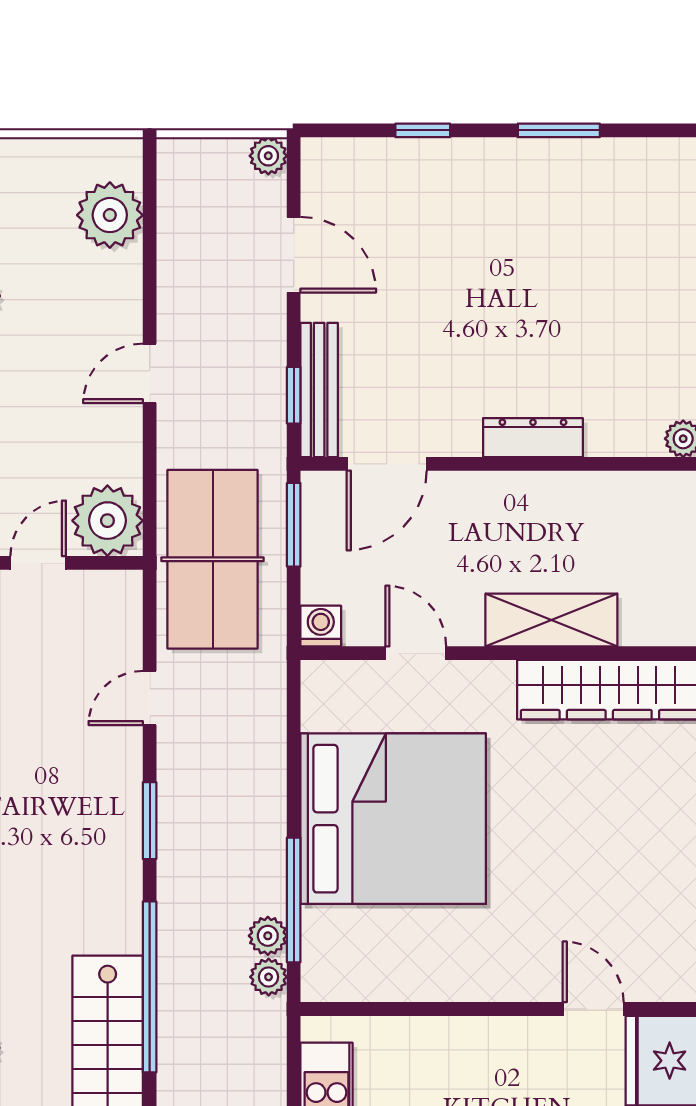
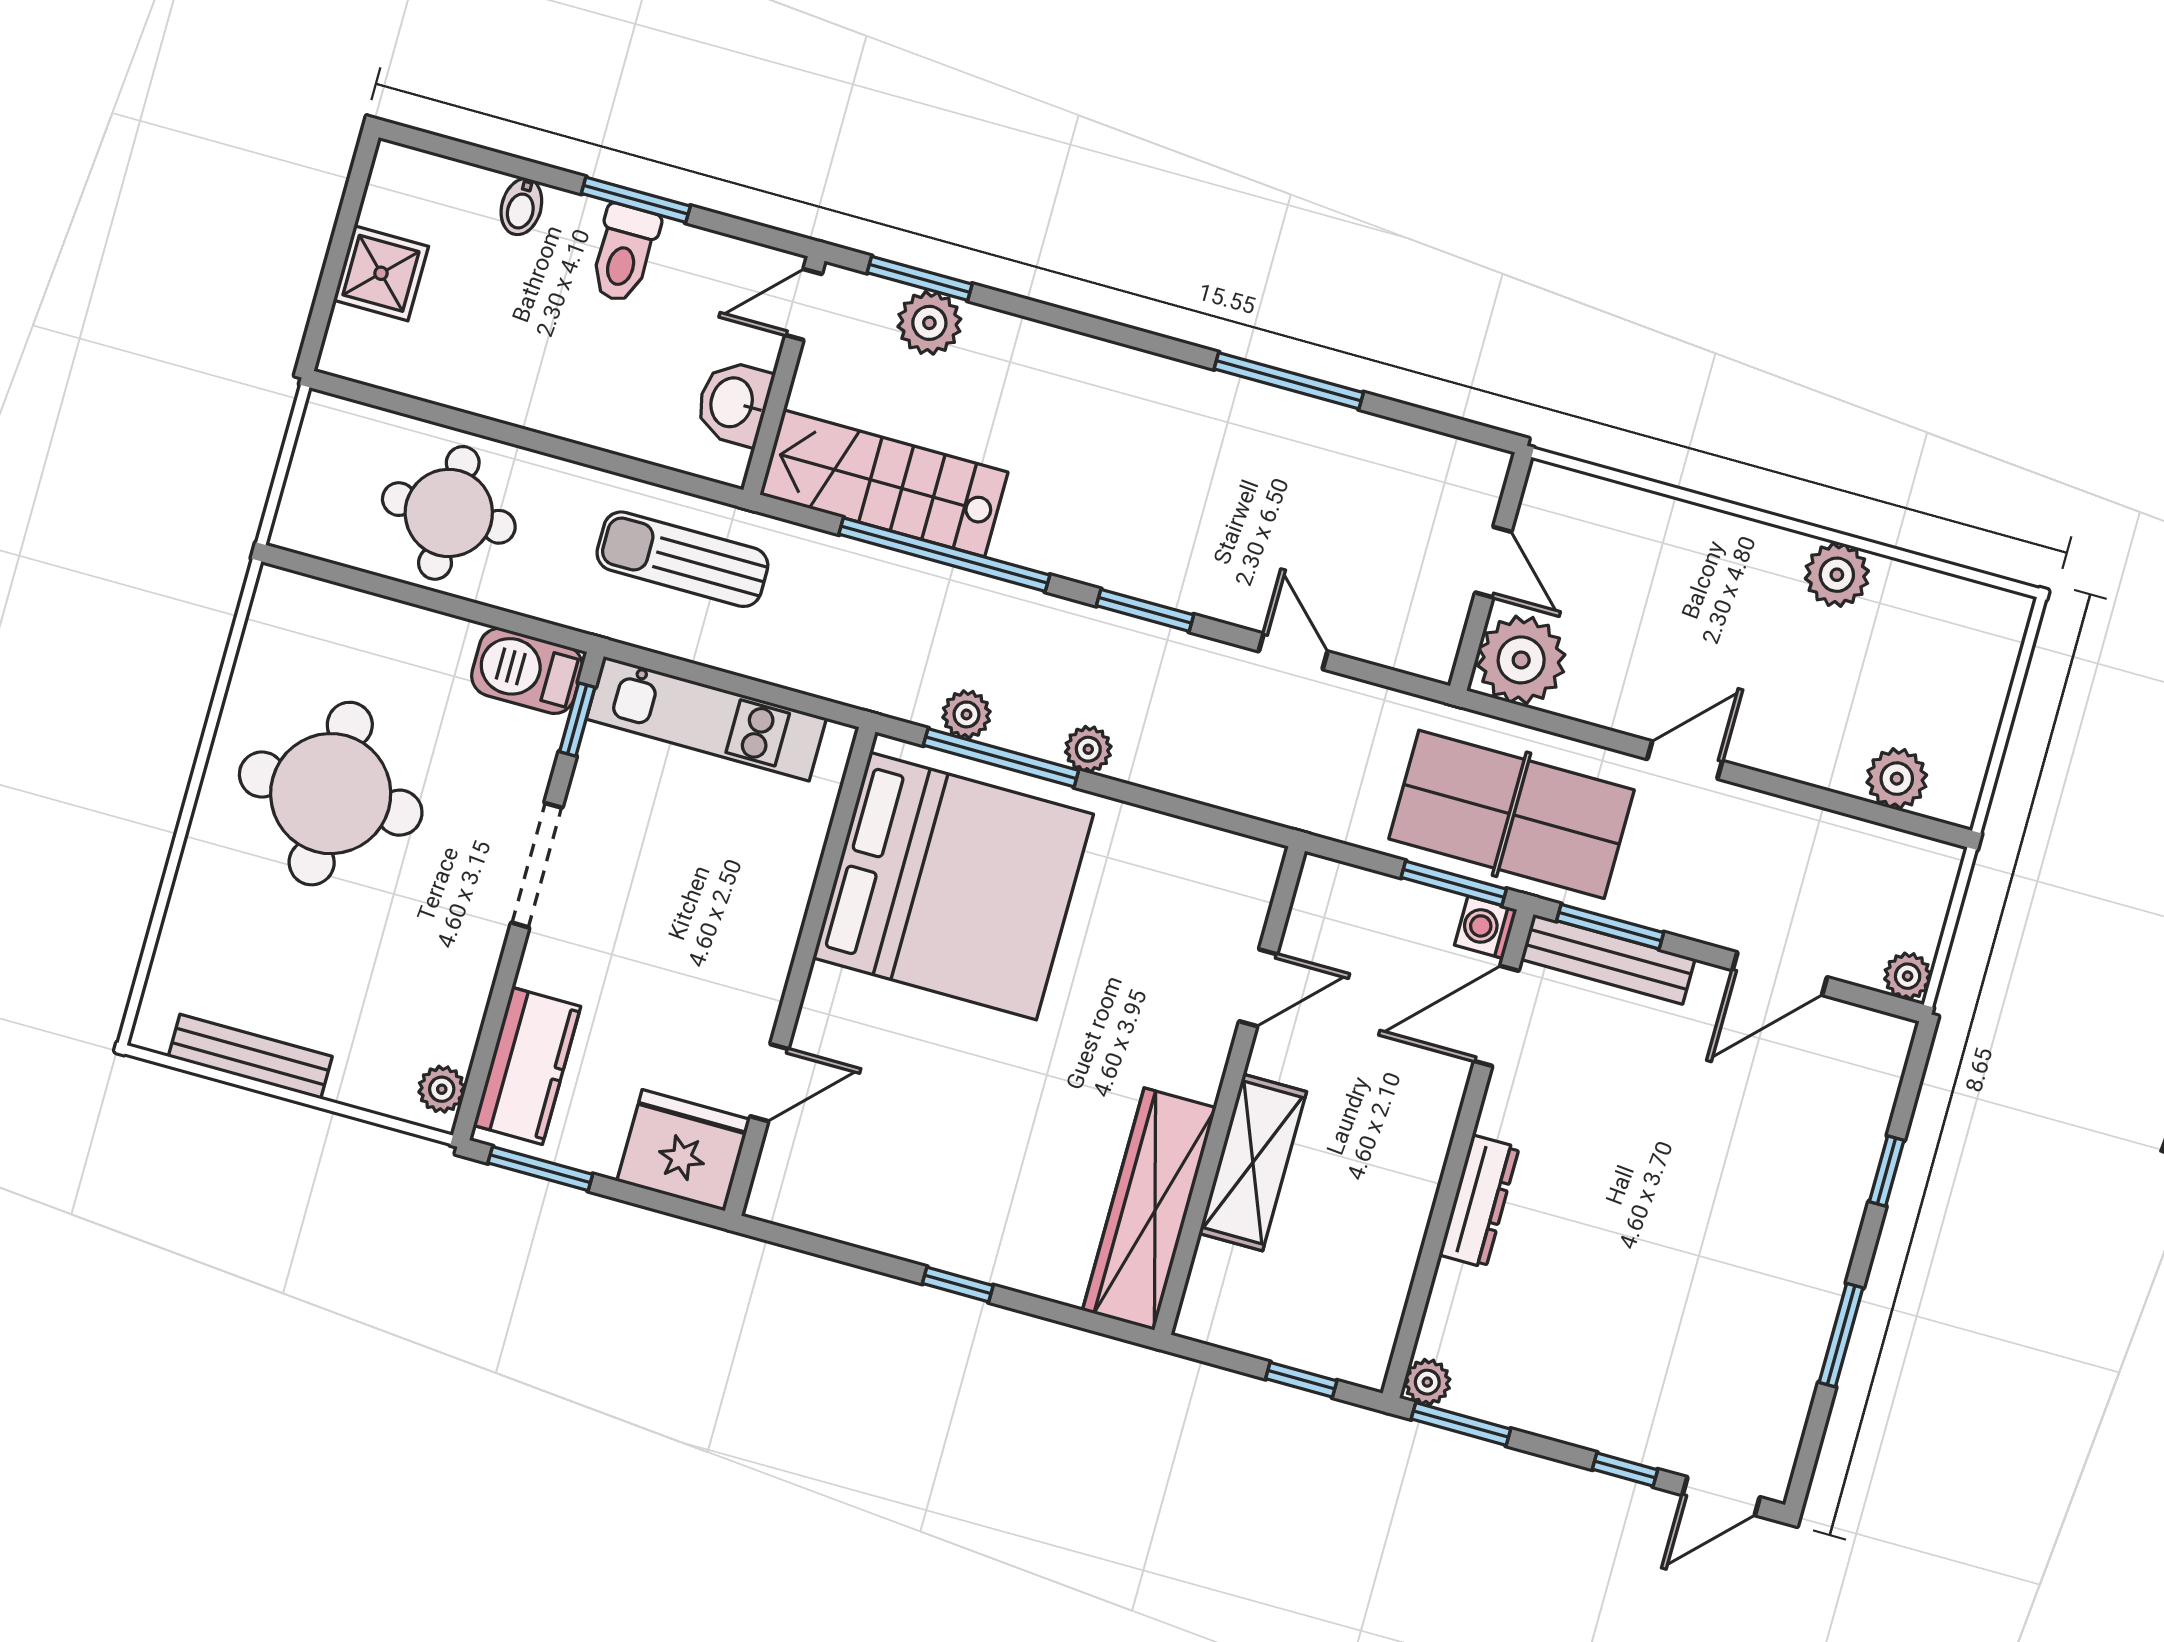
plant: (110, 215) -> (1897, 779), width x0.73, depth x0.73
door: (150, 373) -> (1685, 760), hinge flipped
window: (294, 395) -> (1610, 927), width x1.50
door: (387, 464) -> (1496, 1016), hinge flipped
table tennis table: (213, 559) -> (1512, 814), moved
washing machine: (321, 626) -> (1486, 927), moved, turned 180
bed: (393, 819) -> (953, 886), moved, turned -90
plant: (269, 977) -> (1088, 749), moved

